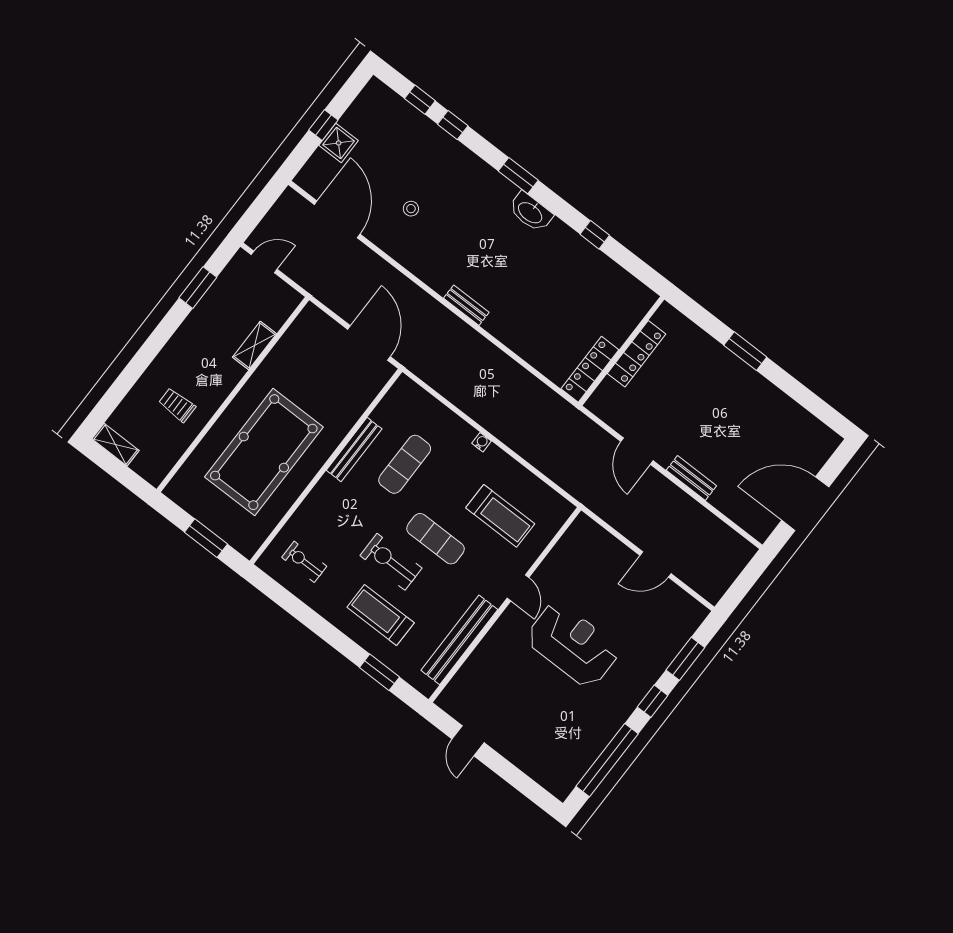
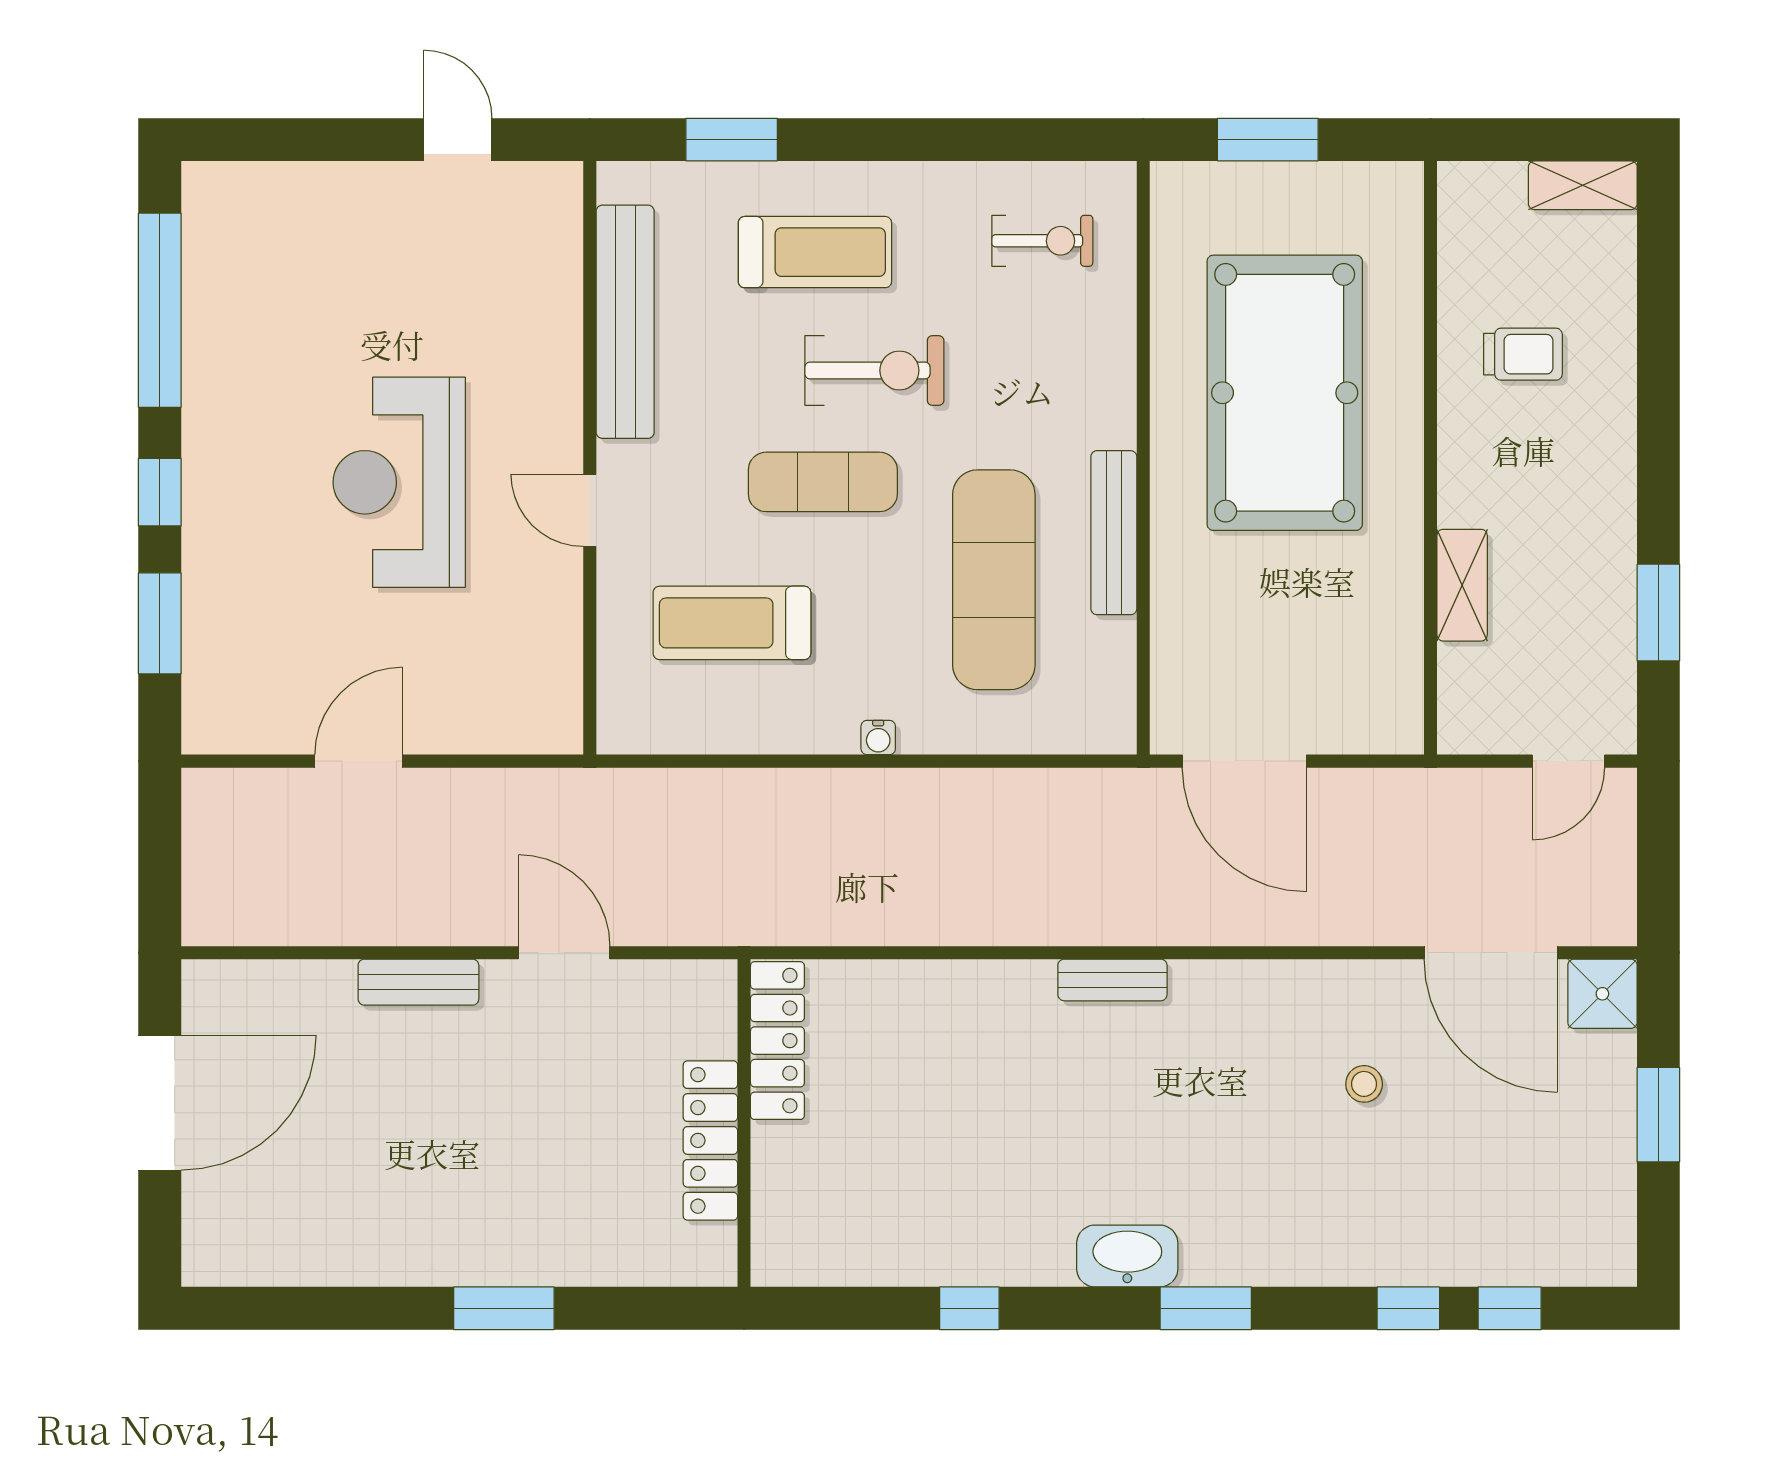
window: (323, 125) -> (1658, 1115), width x1.50
shower: (339, 143) -> (1602, 994), moved
exercise mat: (405, 464) -> (994, 580), width x1.36, depth x1.45
reception desk: (573, 645) -> (399, 482), turned 90

